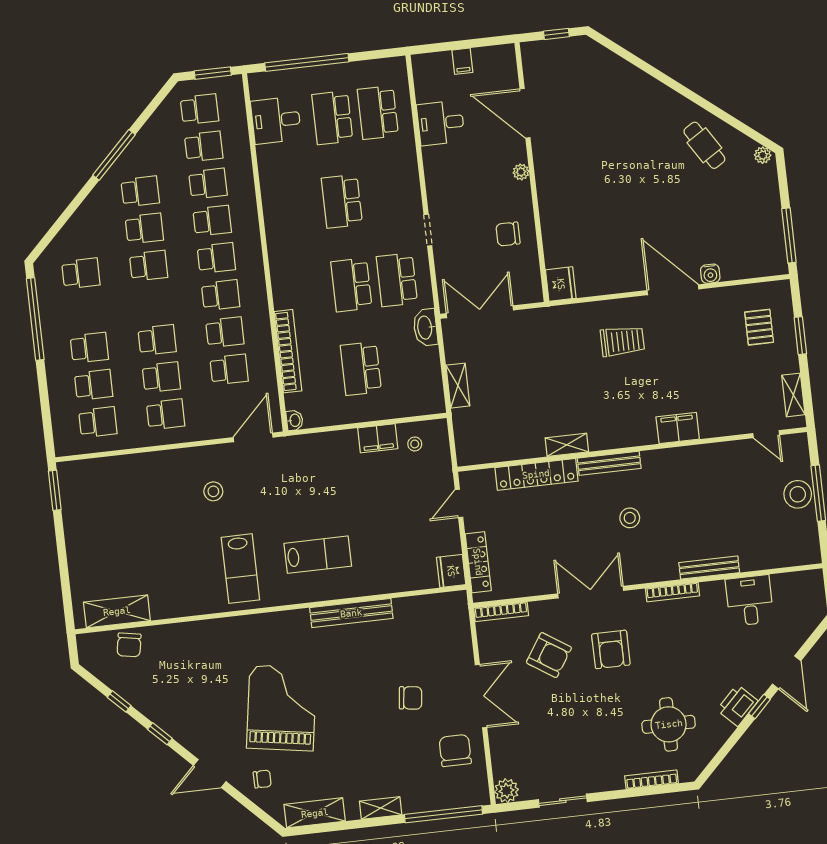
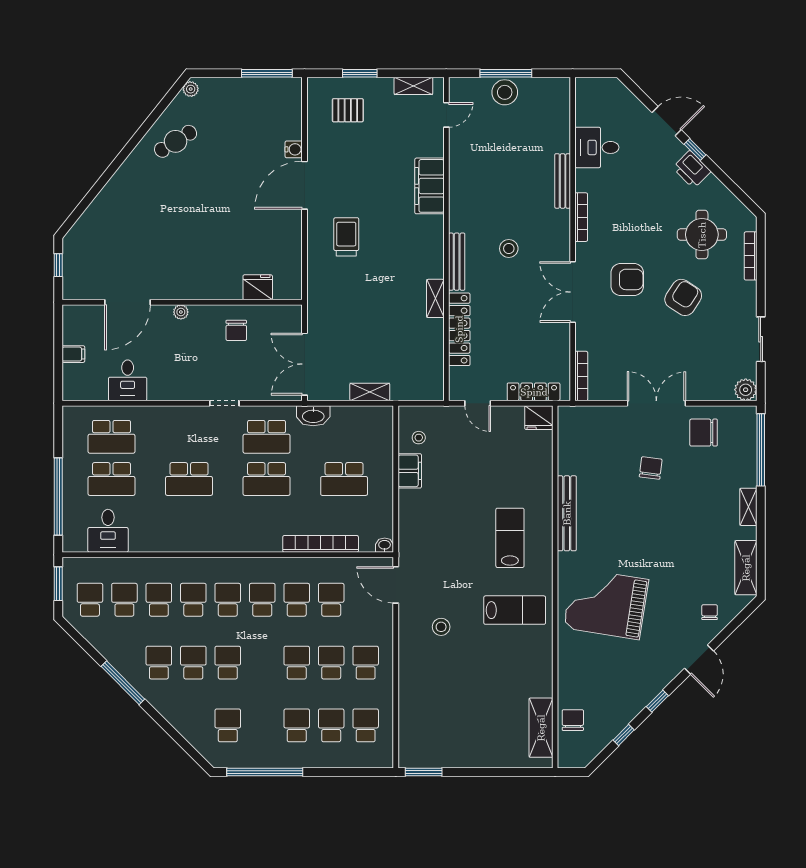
fridge: (561, 284) -> (258, 287), moved
filing cabinet: (678, 428) -> (429, 186), width x1.50, depth x1.17
chair: (129, 645) -> (573, 720), turned -100
armchair: (549, 655) -> (683, 297), moved
grand piano: (281, 708) -> (606, 604), moved

